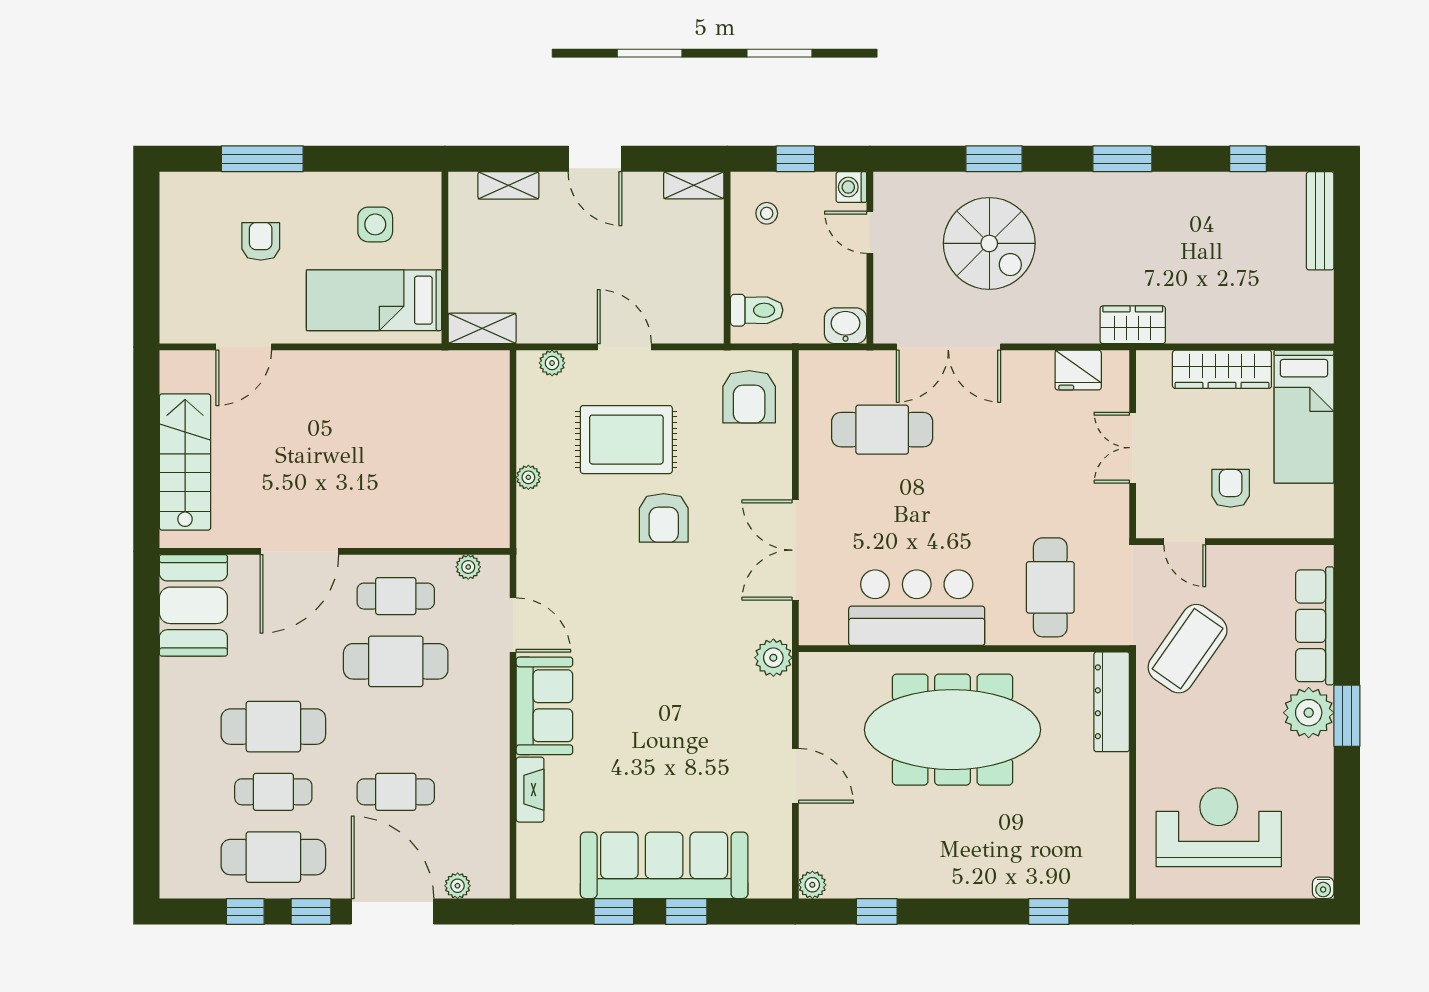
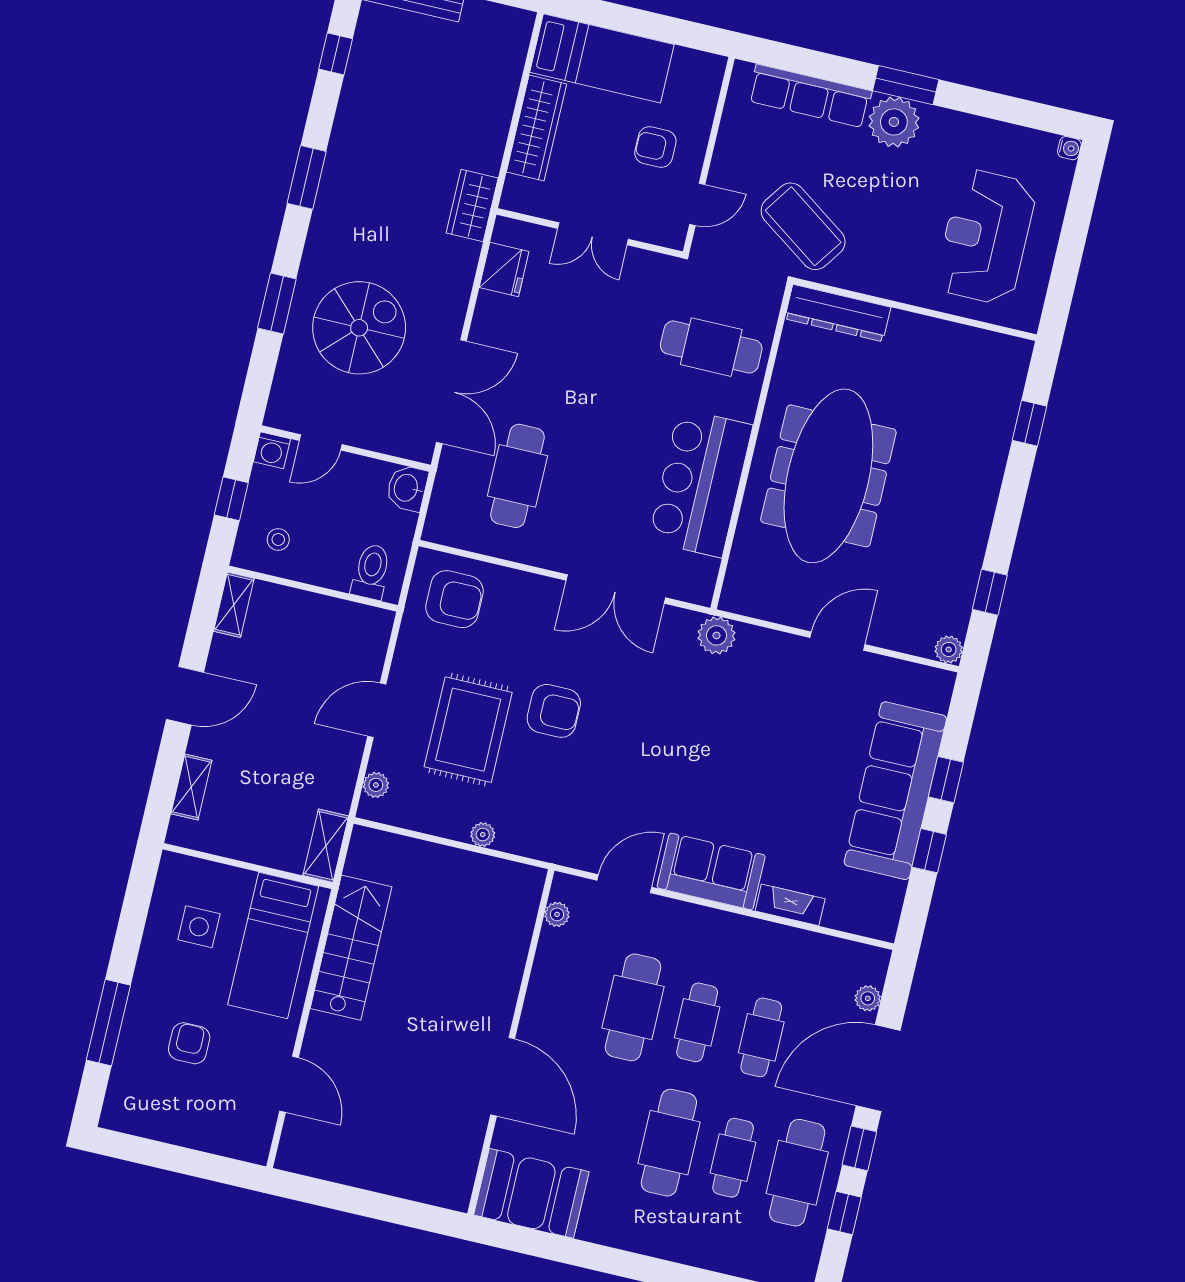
armchair: (261, 241) -> (189, 1043), turned 90
stairs: (185, 462) -> (351, 948), moved, turned 90
cafe table: (396, 596) -> (697, 1022), moved

